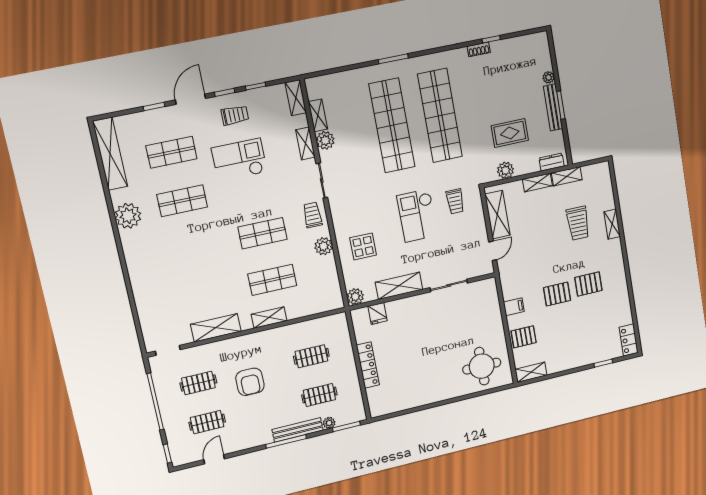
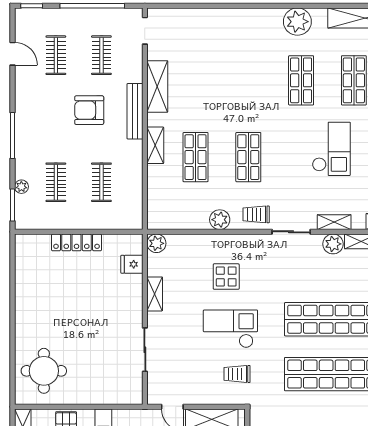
trolley: (312, 215) -> (256, 214), turned 180
display table: (363, 246) -> (226, 277), moved
shelving: (399, 286) -> (155, 294), width x0.67, depth x0.75
bench: (298, 430) -> (135, 111), moved

